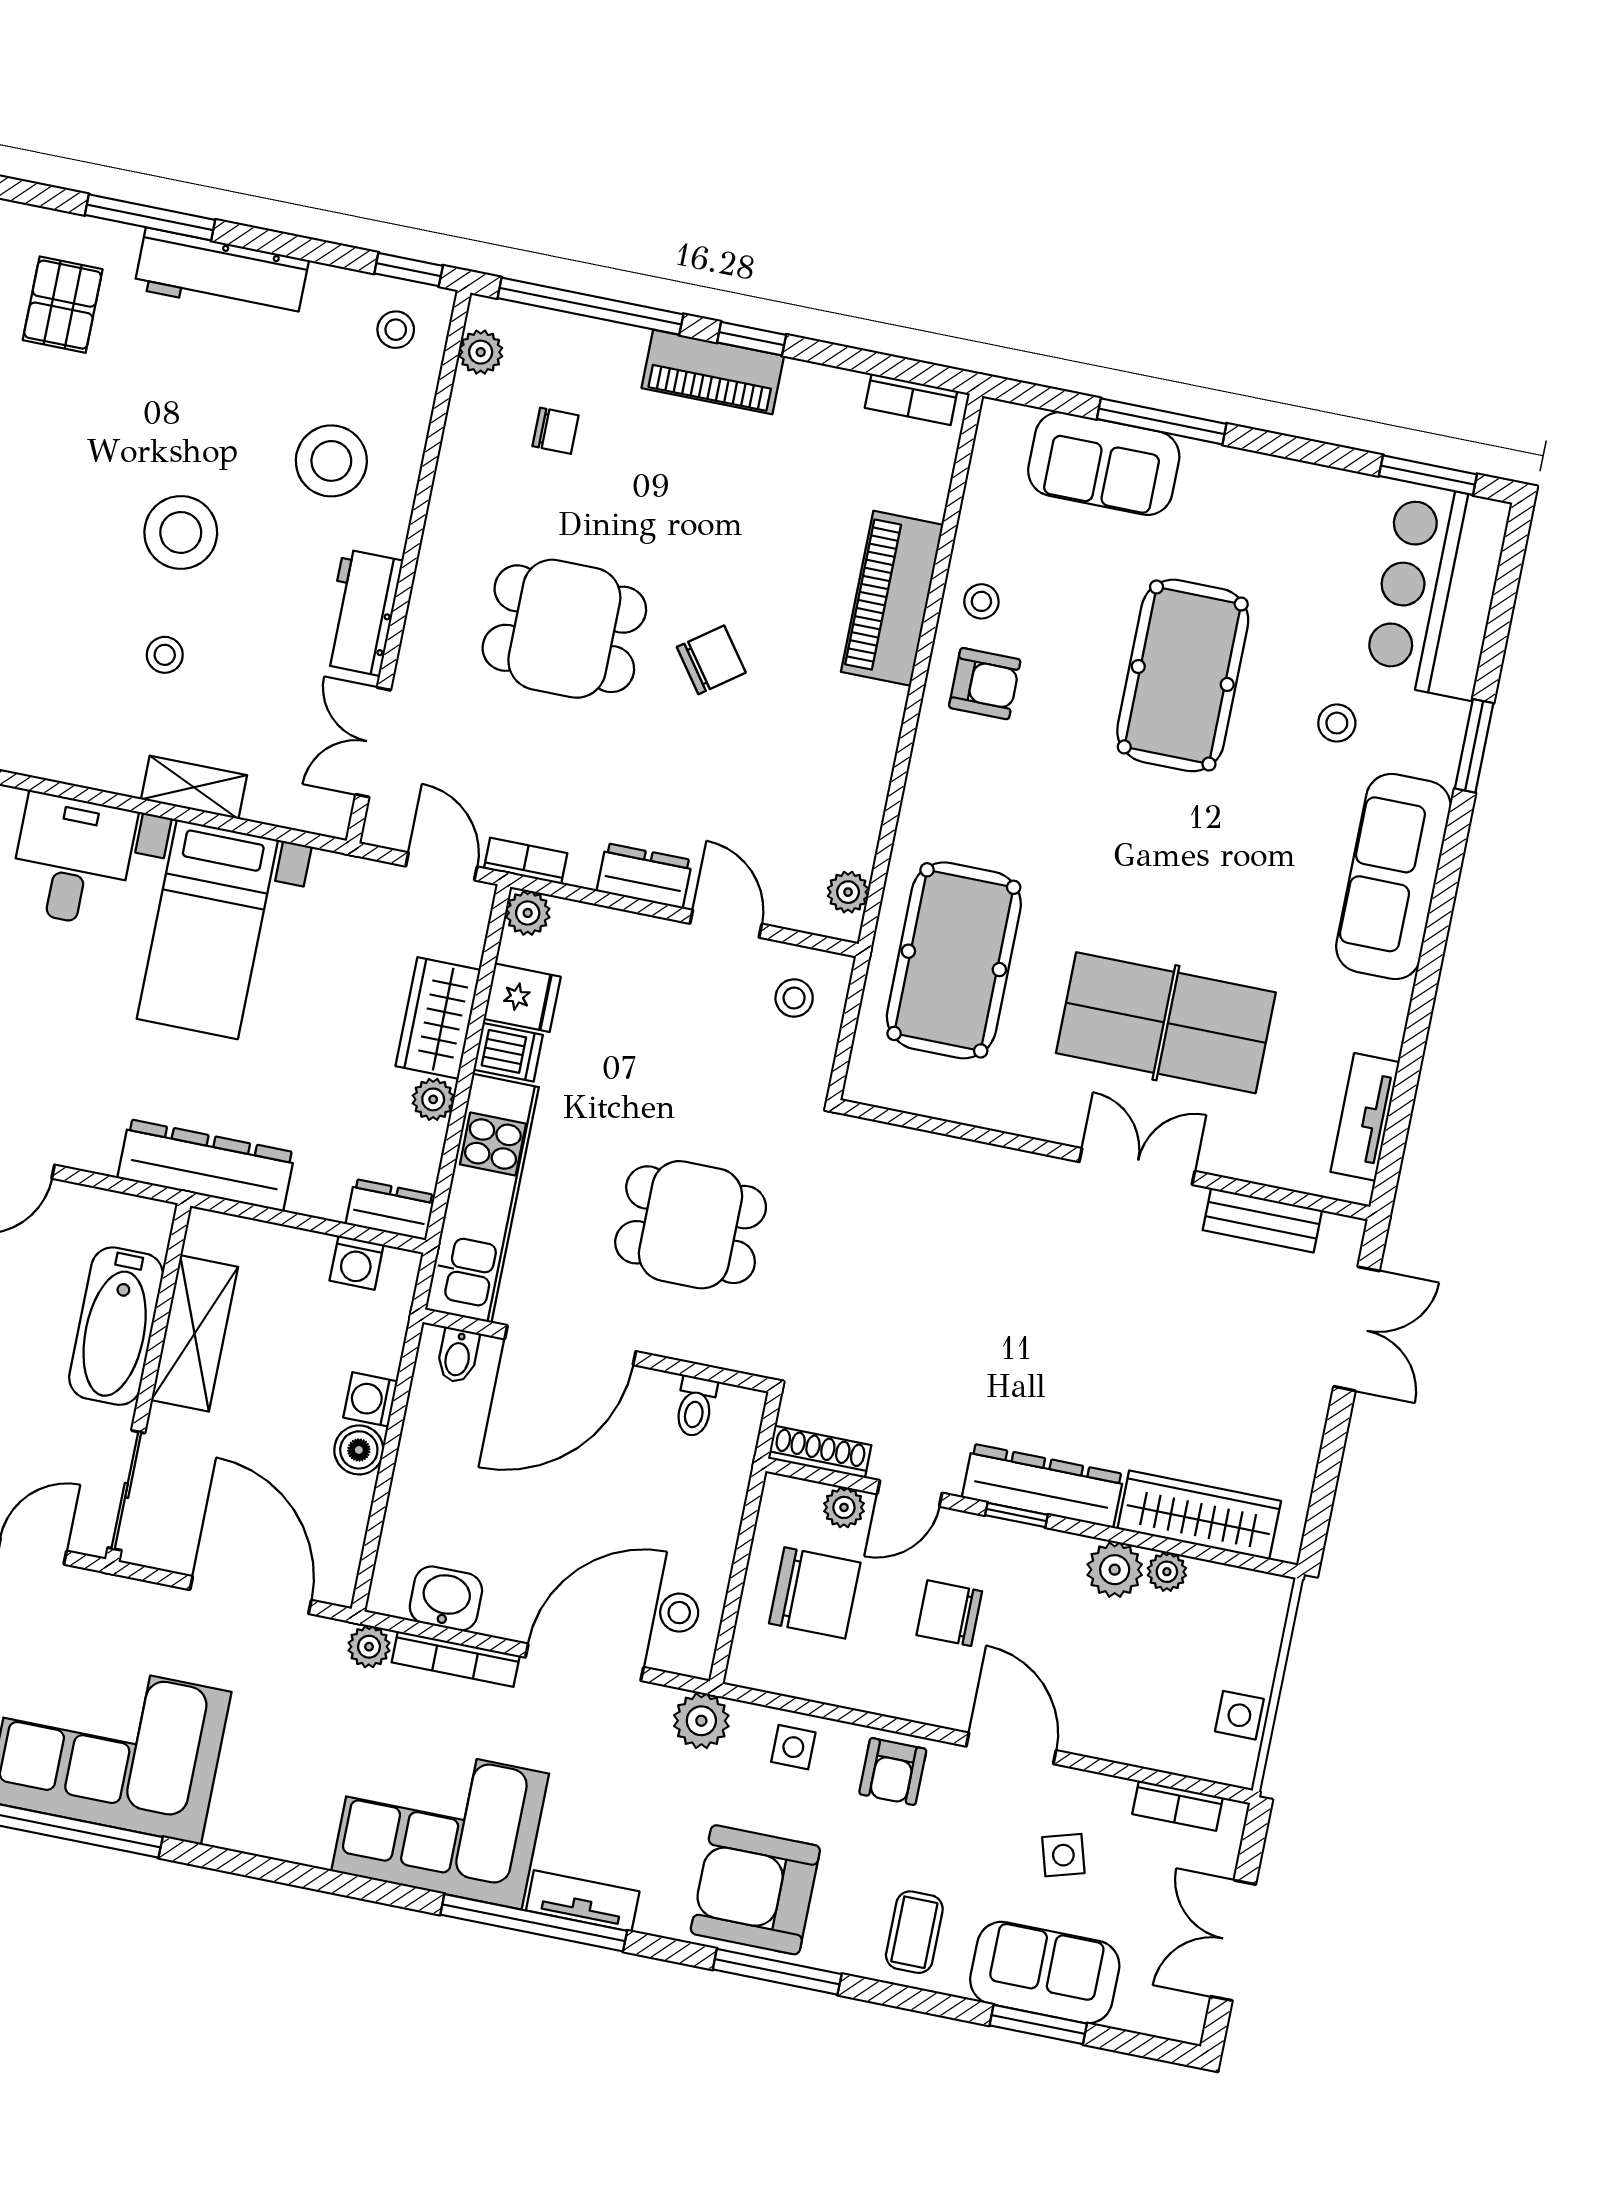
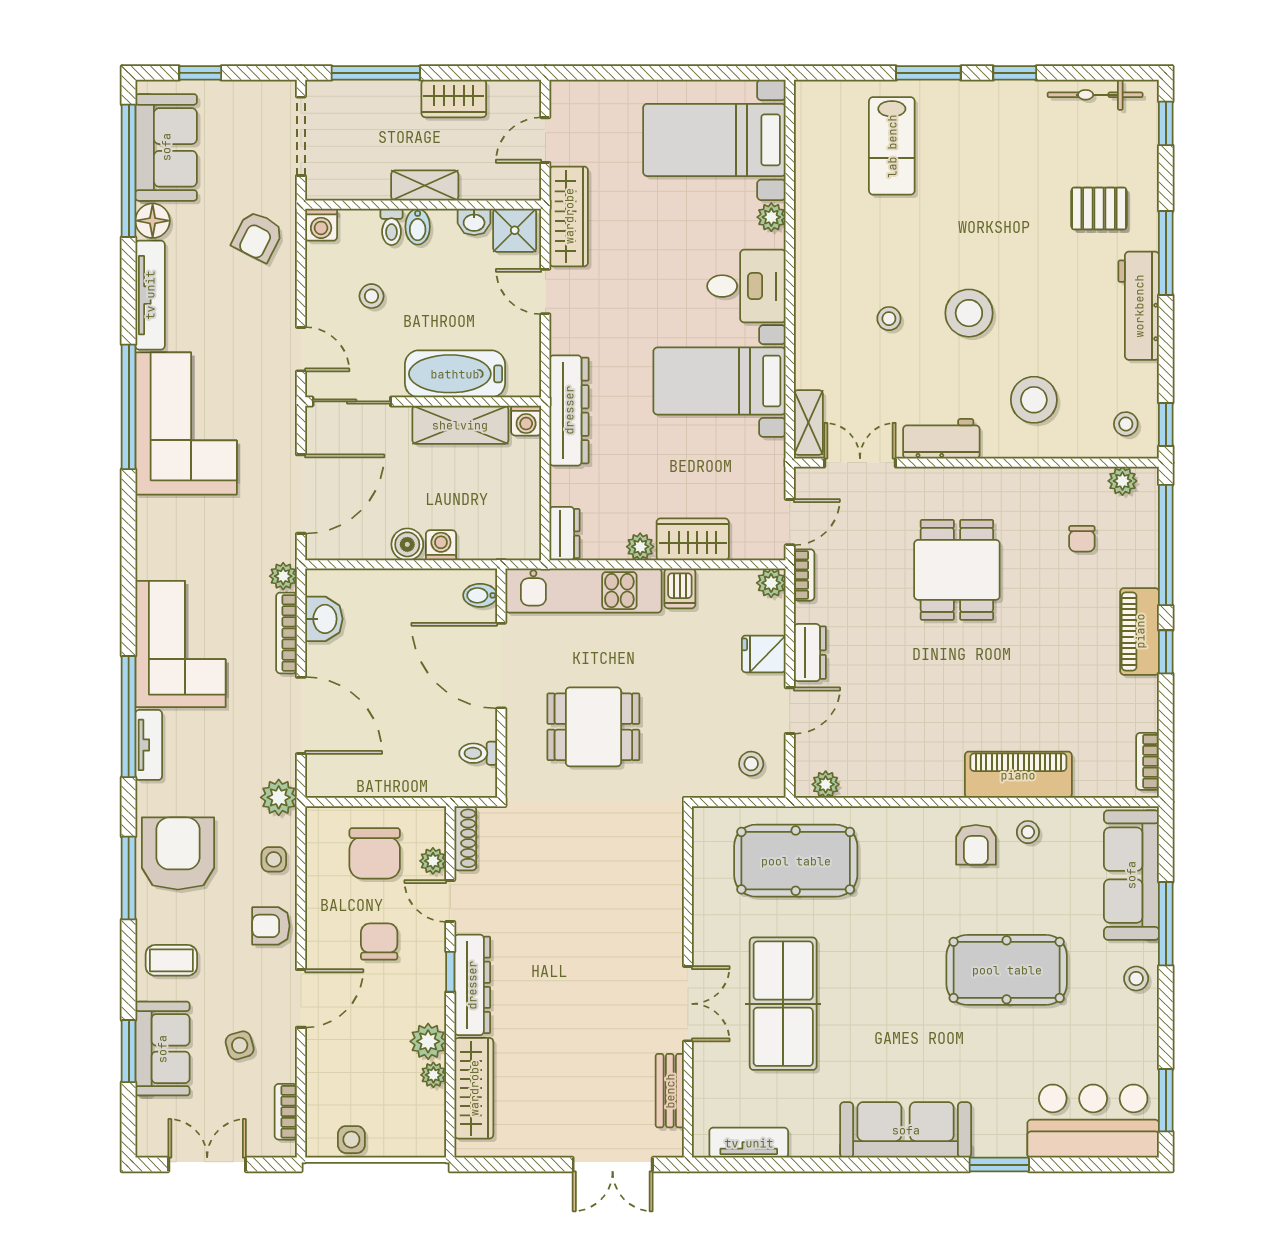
sofa: (1104, 464) -> (1131, 875), width x1.36
chair: (711, 660) -> (956, 667), removed
stool: (1337, 723) -> (1136, 979), moved
shelving: (194, 787) -> (808, 422), moved
fridge: (522, 998) -> (764, 654), moved, turned 90
dining table: (691, 1225) -> (593, 727), turned 90
washing machine: (357, 1263) -> (526, 421), moved, turned -90
stool: (679, 1613) -> (345, 769), removed

